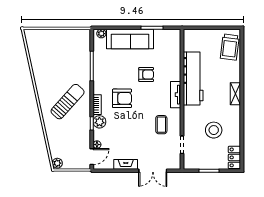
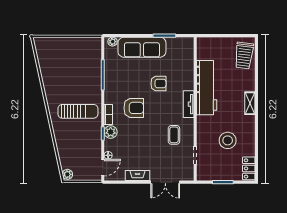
sun lounger: (68, 102) -> (78, 111), turned 48

